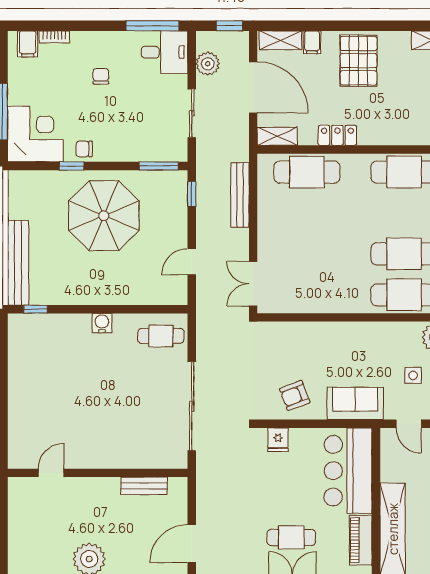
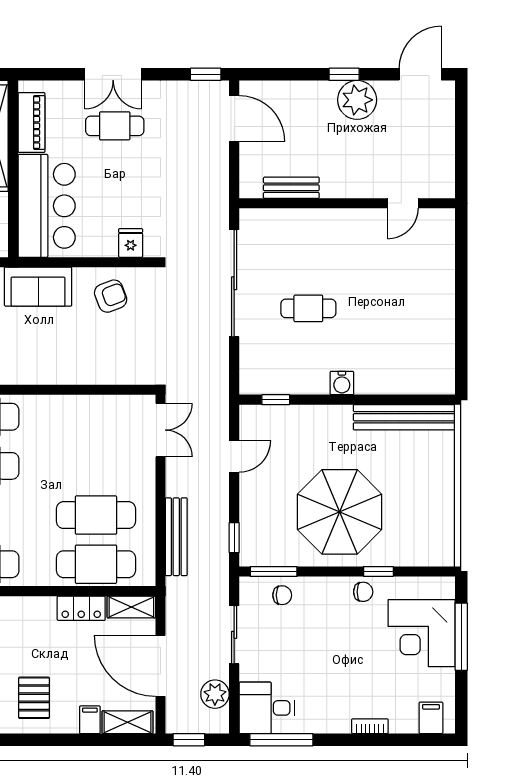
bookcase: (54, 37) -> (370, 726), moved
pallet: (359, 61) -> (34, 698), width x0.67, depth x0.71
chair: (101, 76) -> (282, 595), moved, turned -90
corner desk: (35, 134) -> (422, 633), moved
locker: (337, 135) -> (81, 608), moved
cafe table: (307, 213) -> (96, 515), added
bench: (18, 263) -> (404, 417), moved, turned 90
window: (36, 309) -> (276, 400), moved
cafe table: (161, 336) -> (308, 308), moved
door: (192, 544) -> (234, 118), hinge flipped

